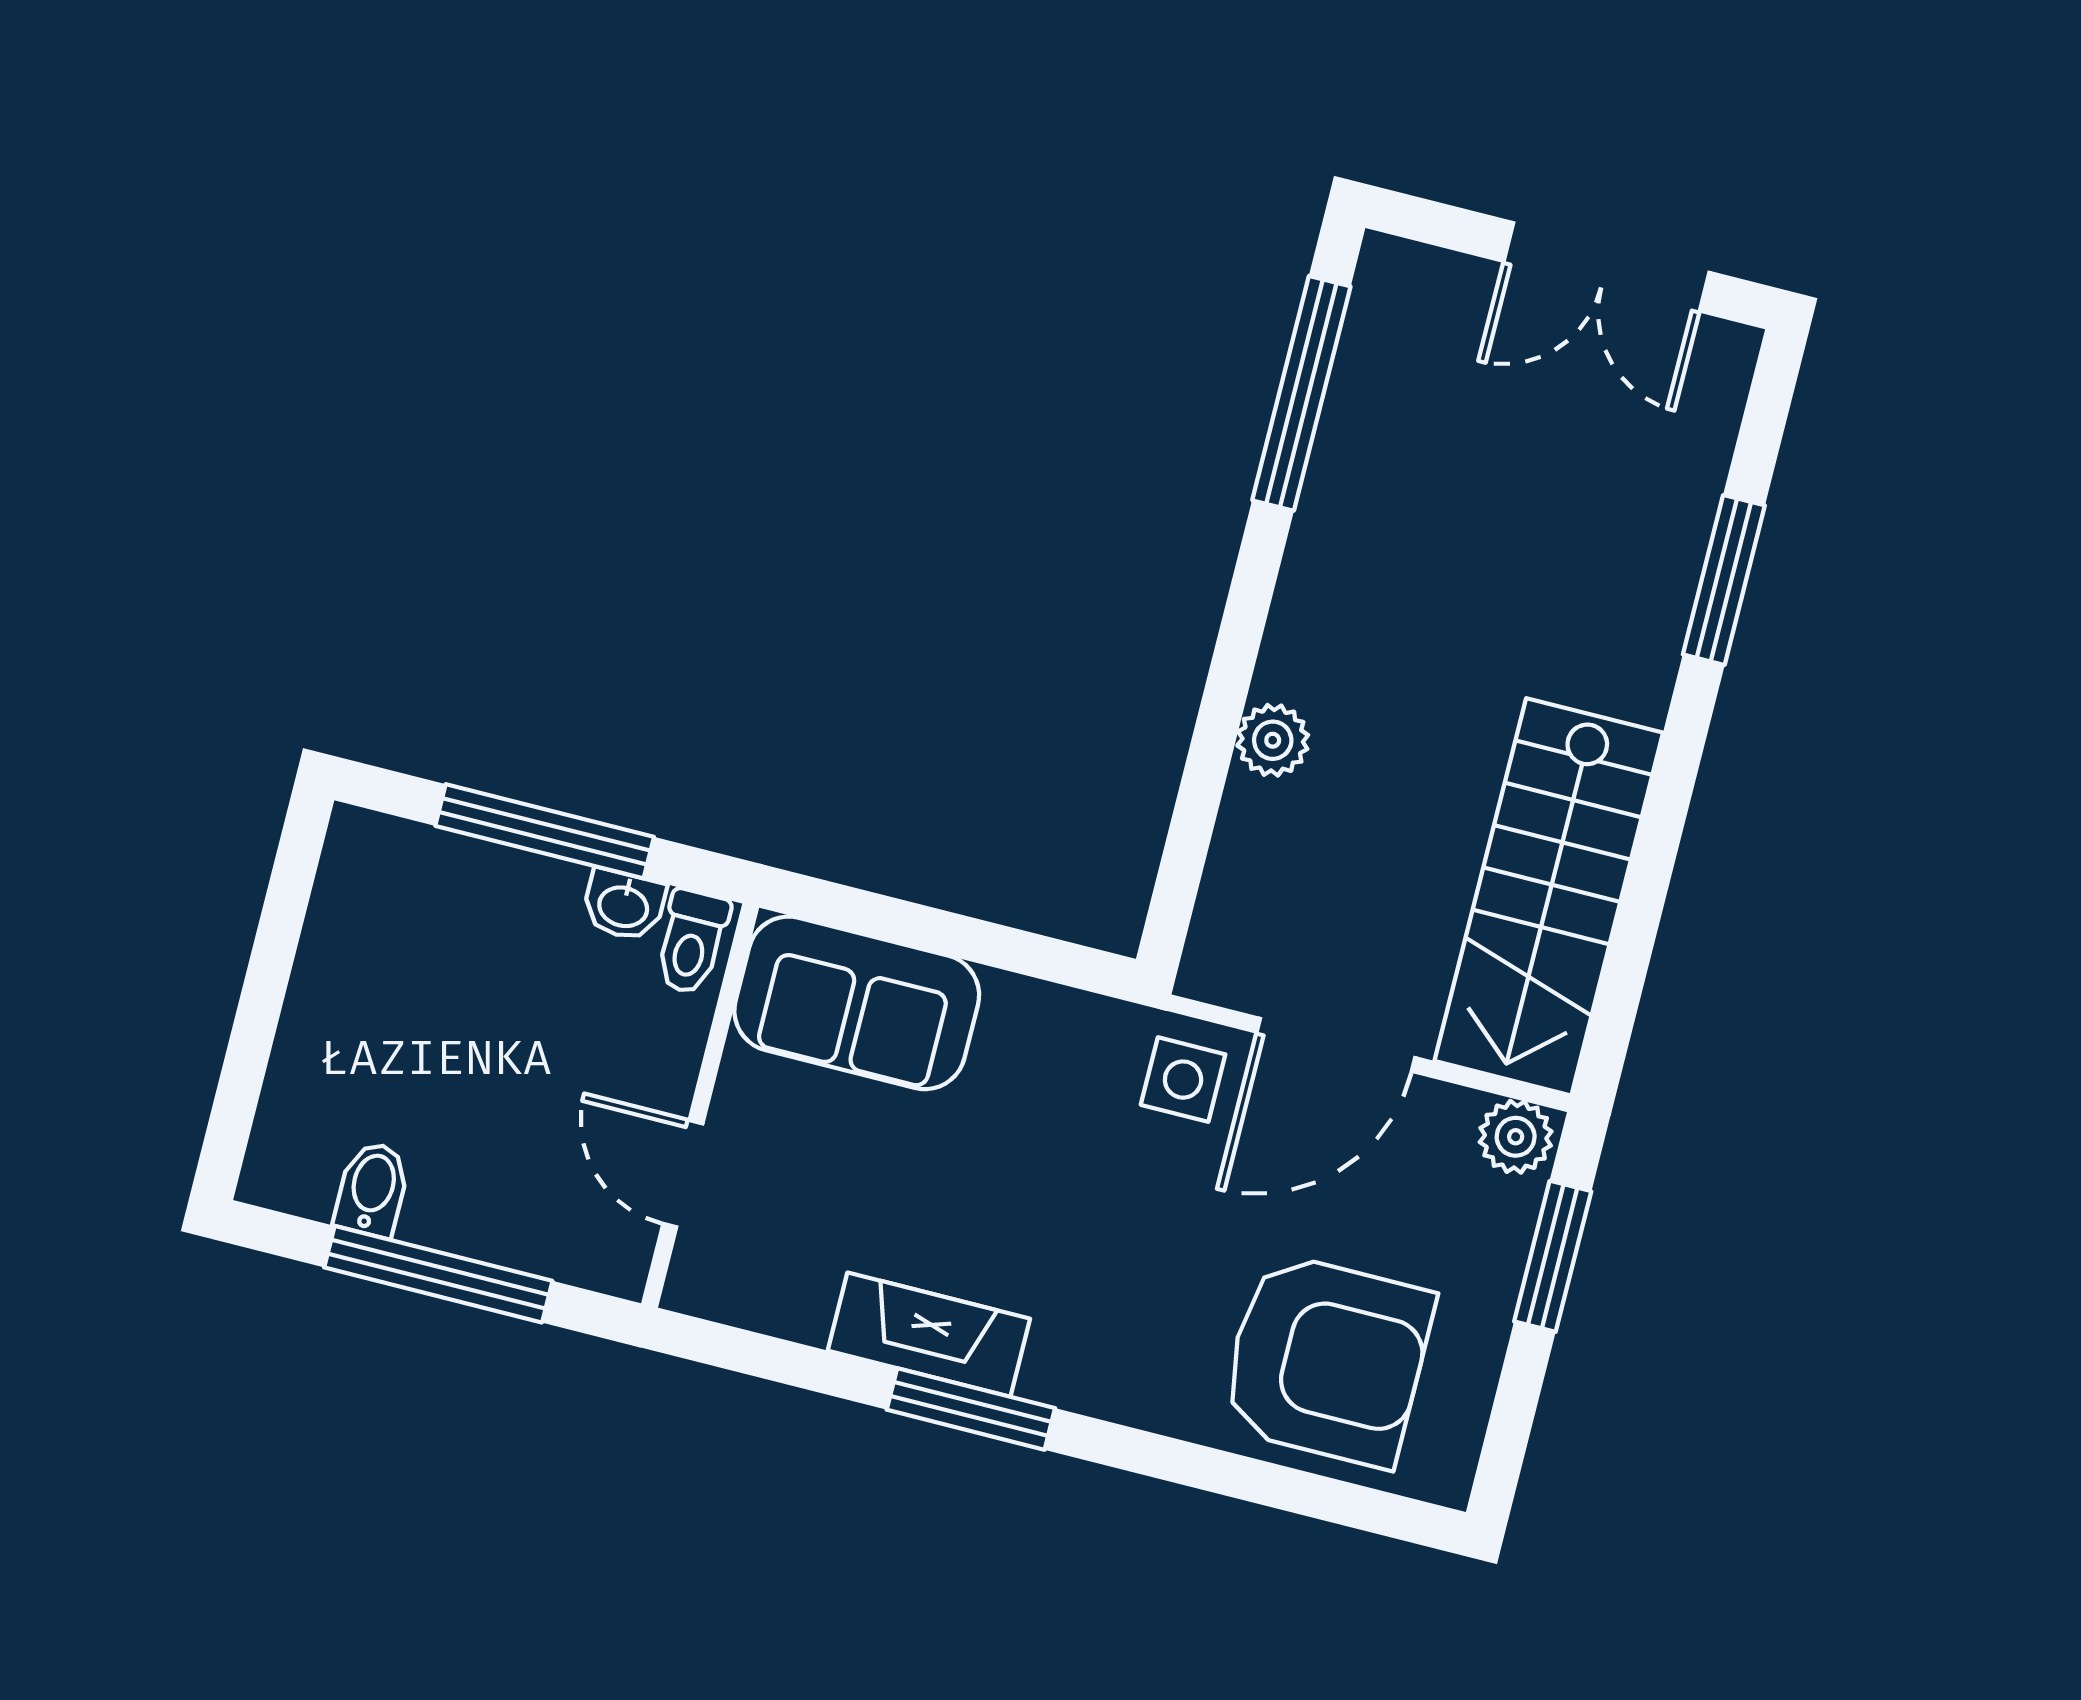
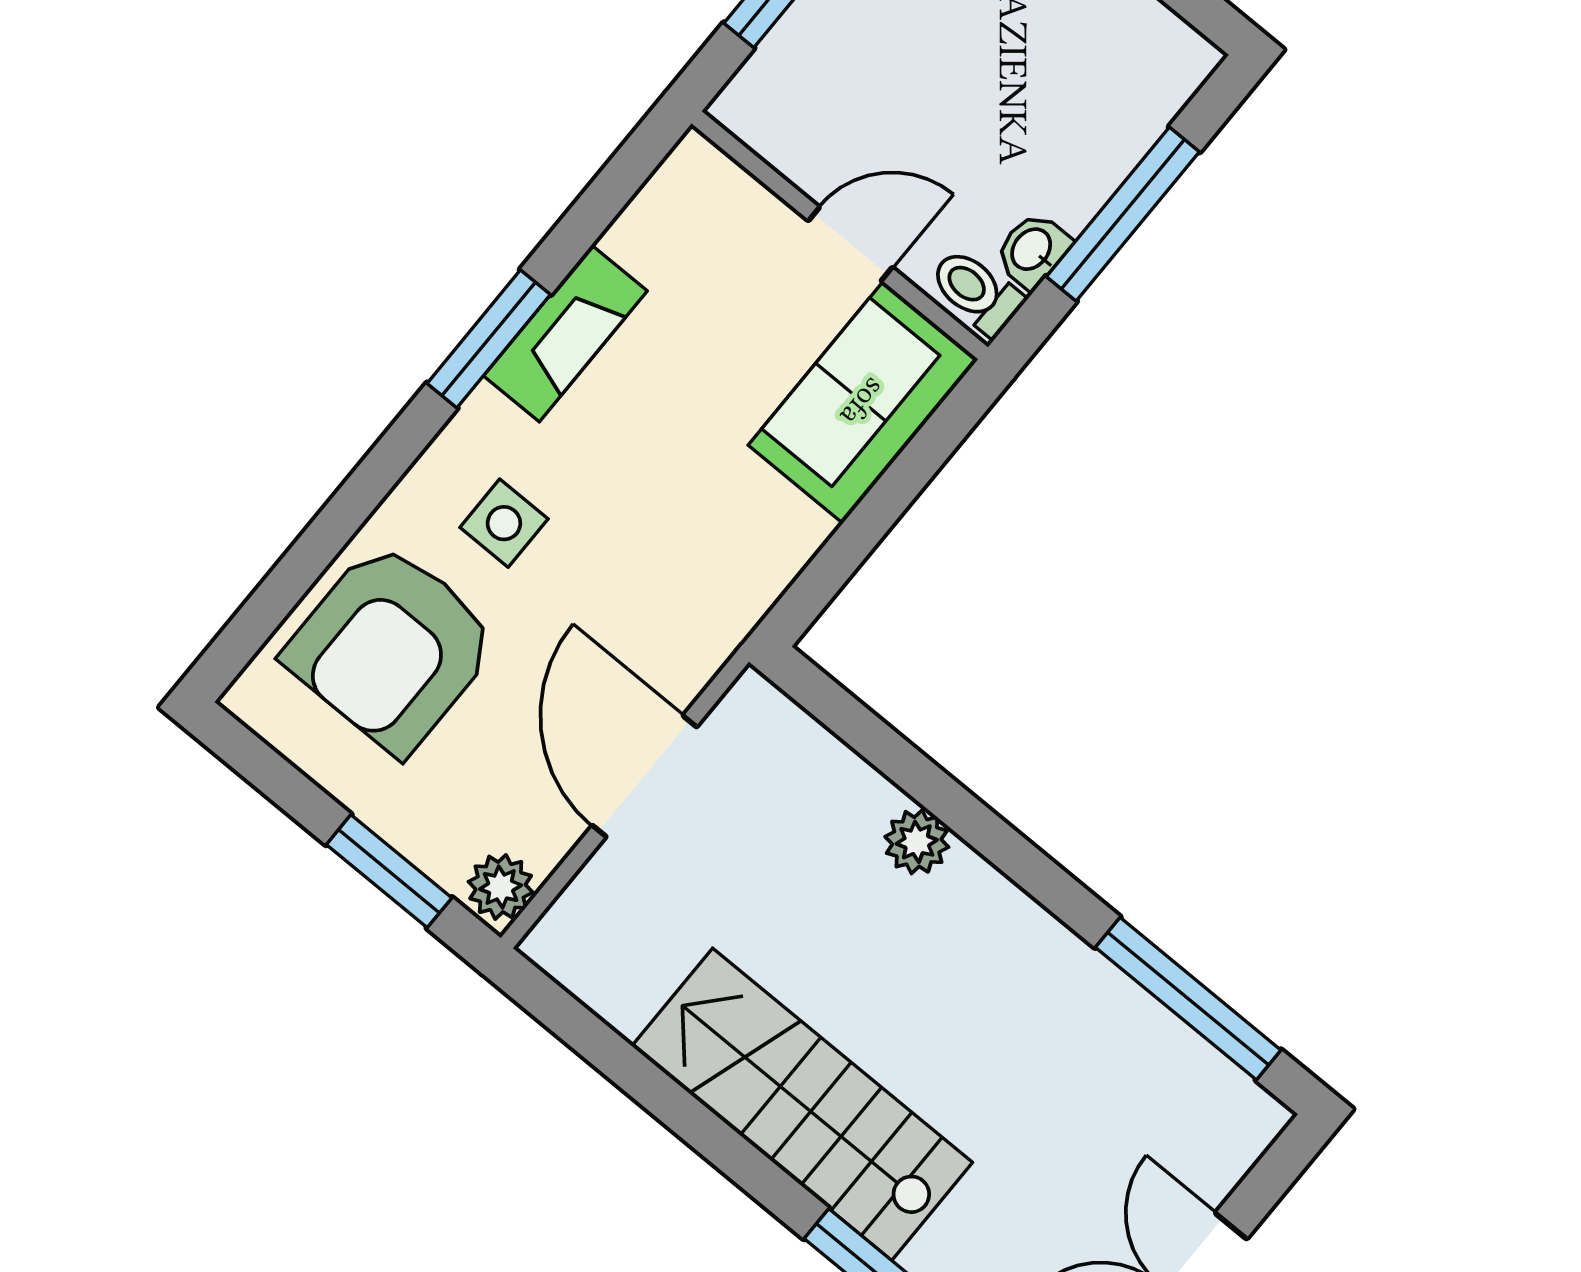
stairs: (1549, 897) -> (802, 1104), moved
side table: (1183, 1080) -> (504, 523), moved
door: (683, 1174) -> (850, 244), moved

